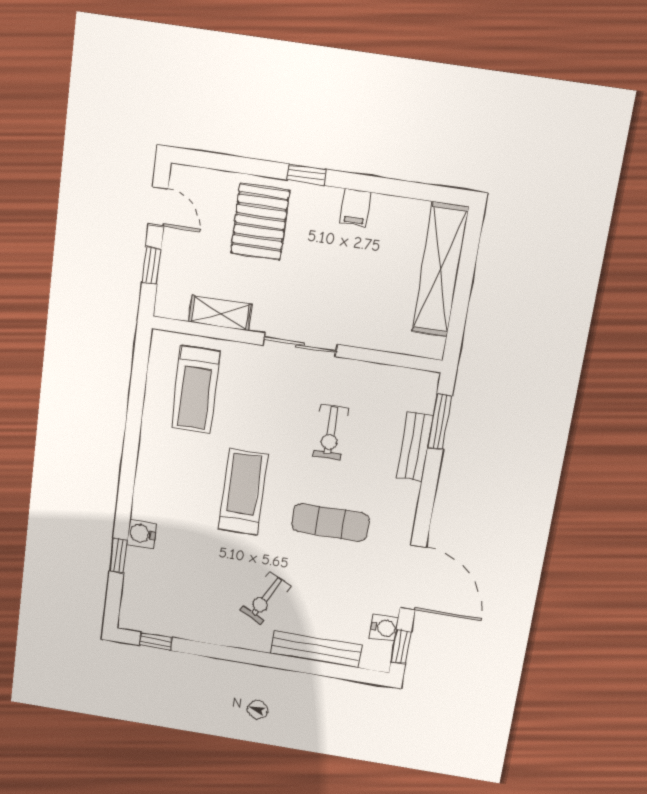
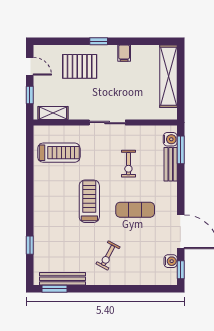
pallet: (260, 222) -> (80, 66), turned 90
shelving: (220, 313) -> (53, 113), moved
treadmill: (196, 390) -> (59, 153), turned -90
water cooler: (141, 534) -> (170, 139), moved, turned 180
window: (156, 641) -> (54, 289), width x1.50
bench: (316, 649) -> (62, 279), moved

